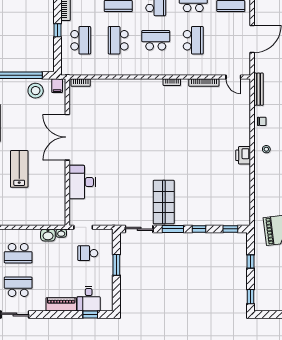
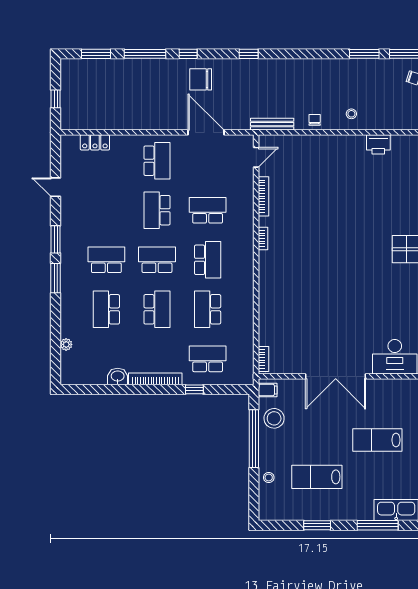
school desk: (118, 40) -> (208, 309), turned 90
school desk: (156, 40) -> (208, 260), turned 180
printer: (243, 155) -> (378, 144), moved

